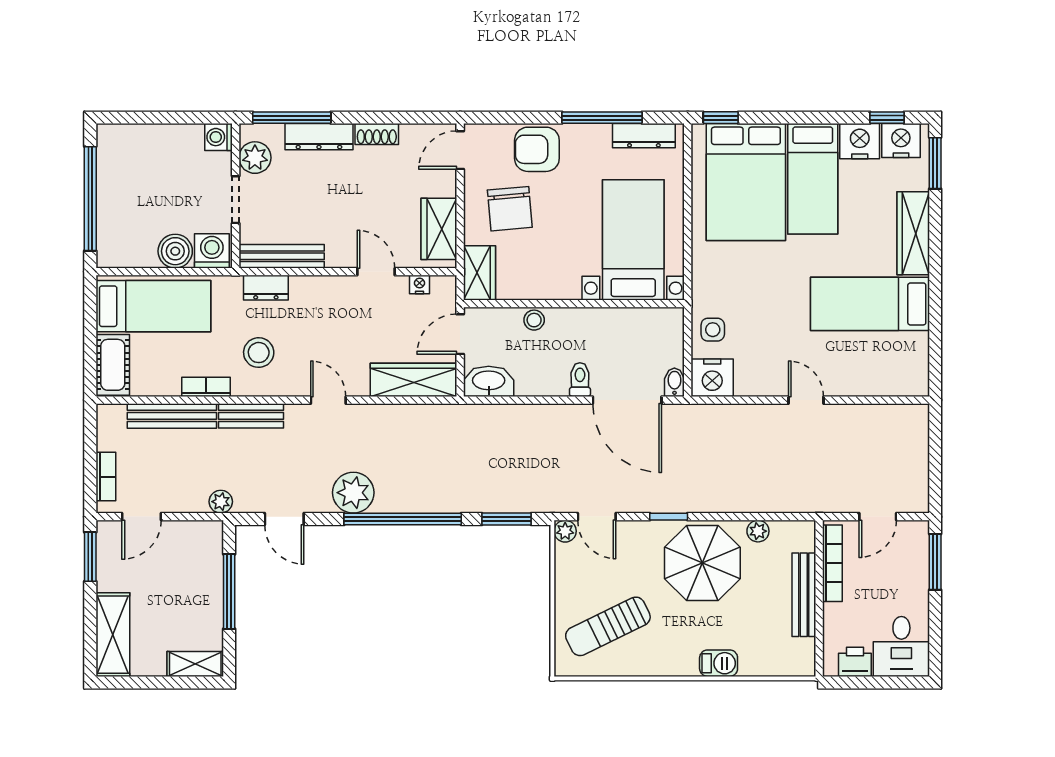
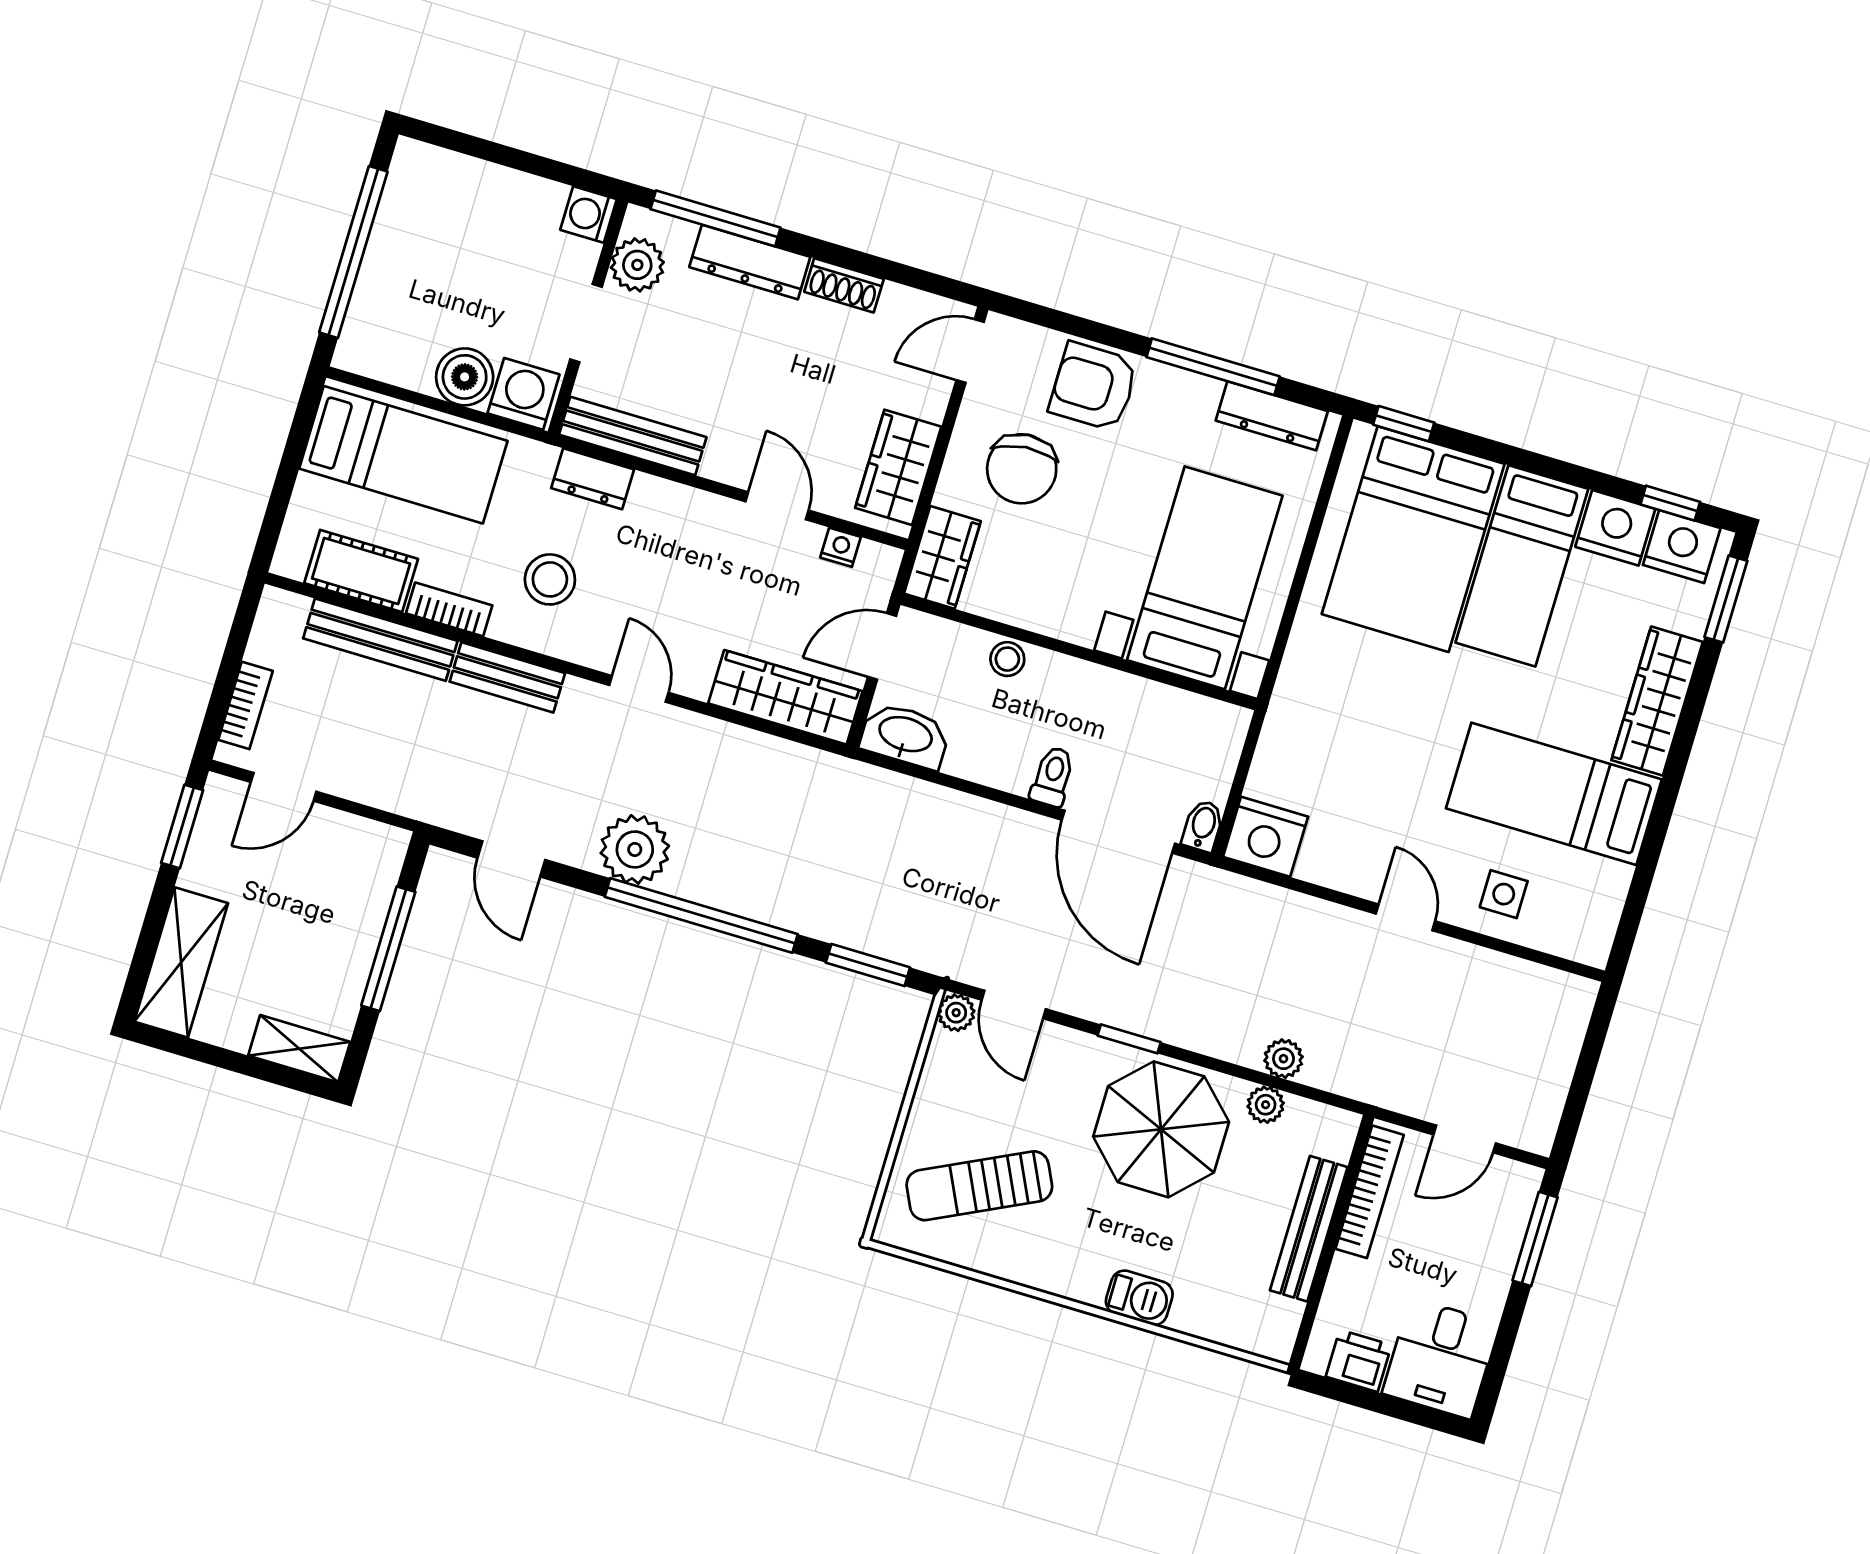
side table: (713, 330) -> (1504, 894), moved
cot: (113, 365) -> (361, 571), moved, turned 90
plant: (221, 502) -> (1283, 1059), moved

